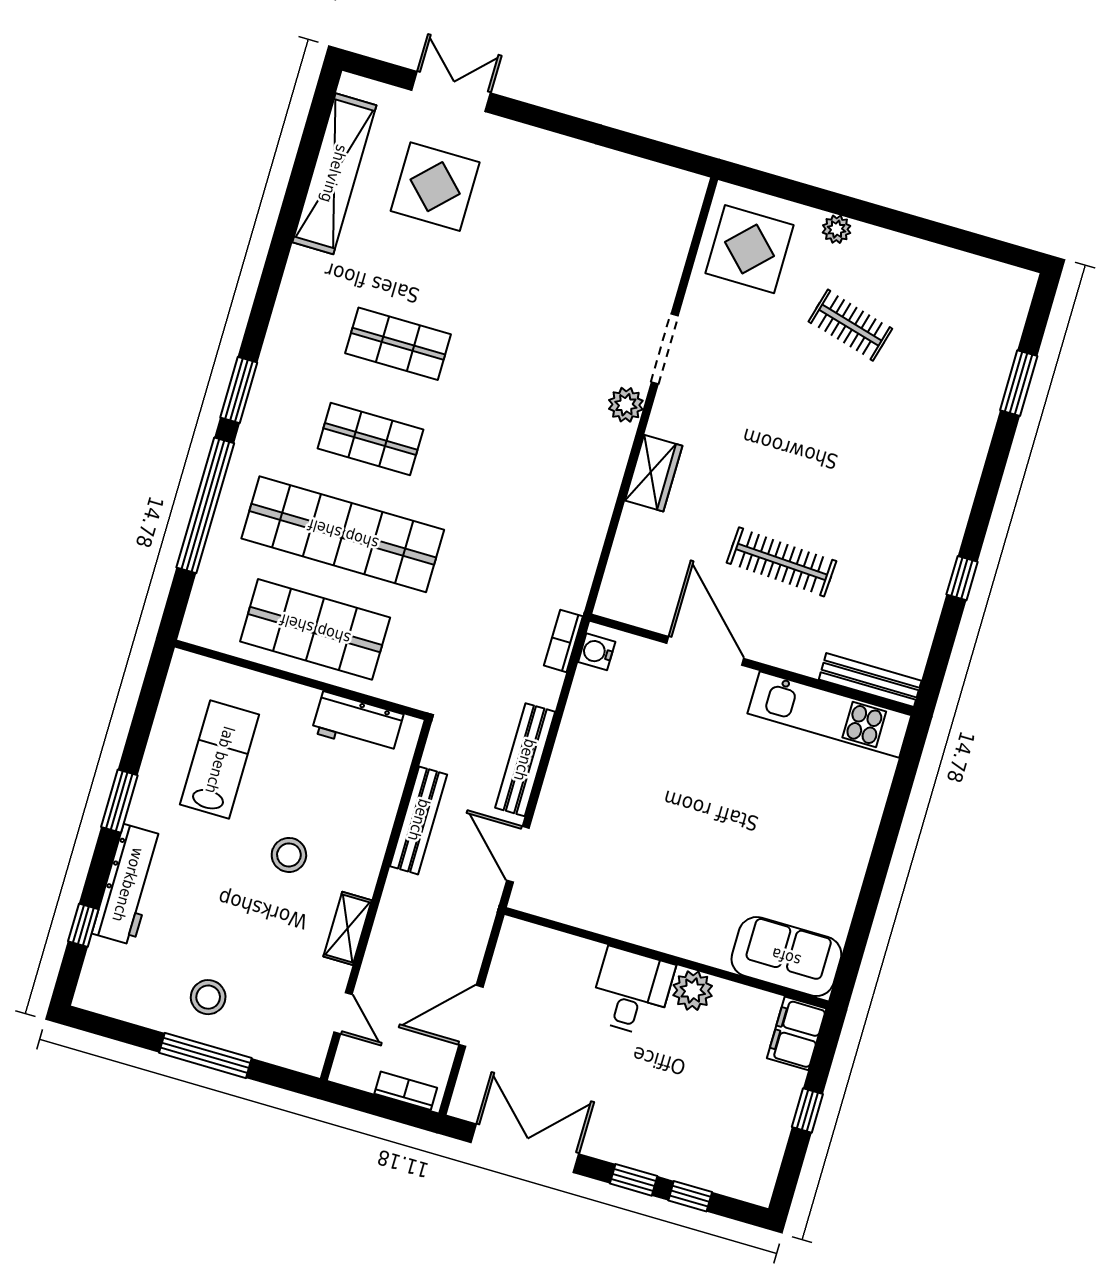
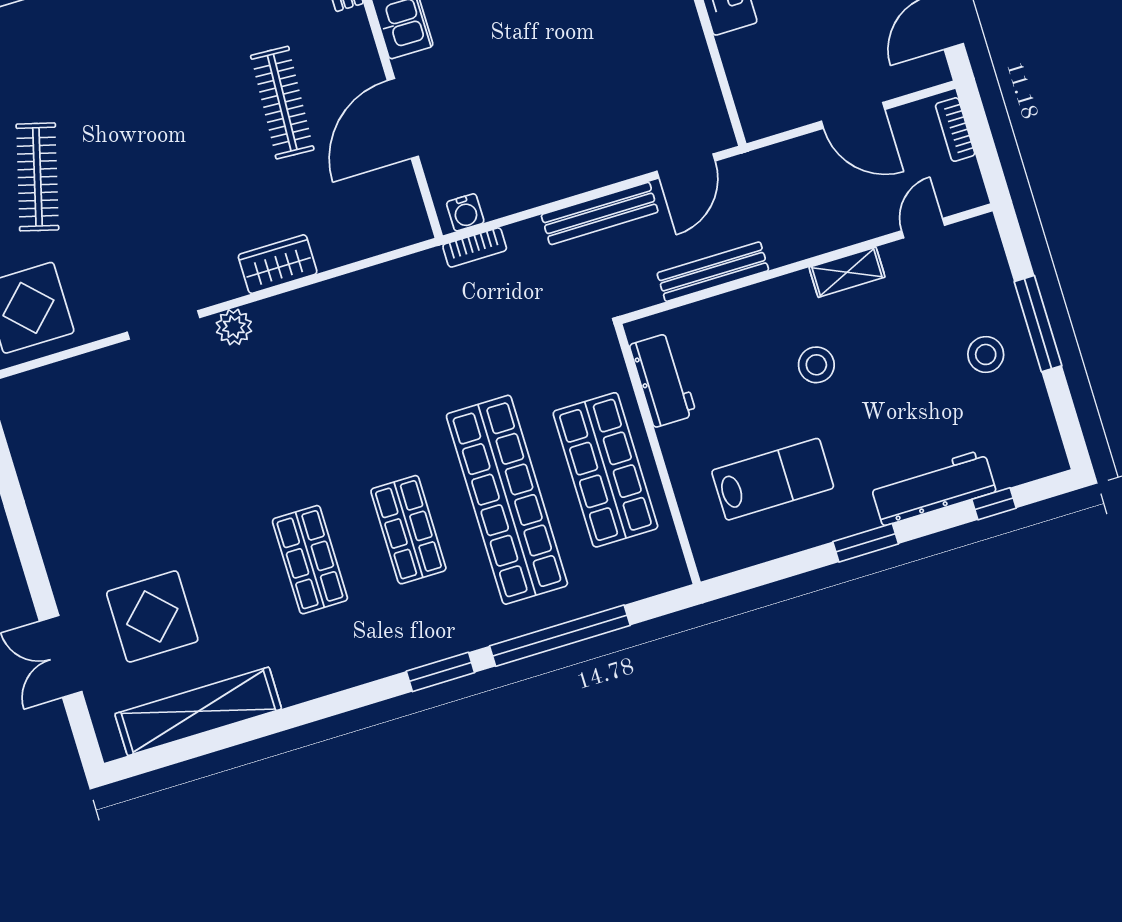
clothes rail: (850, 325) -> (37, 177), width x1.36
lab bench: (220, 760) -> (773, 479), turned 180

